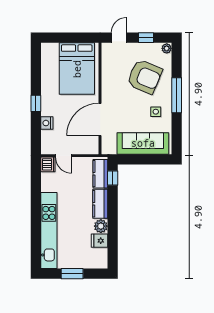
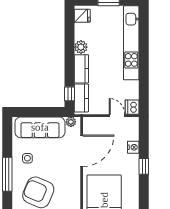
plant: (111, 149) -> (71, 122), added
fridge: (99, 241) -> (82, 16), moved

